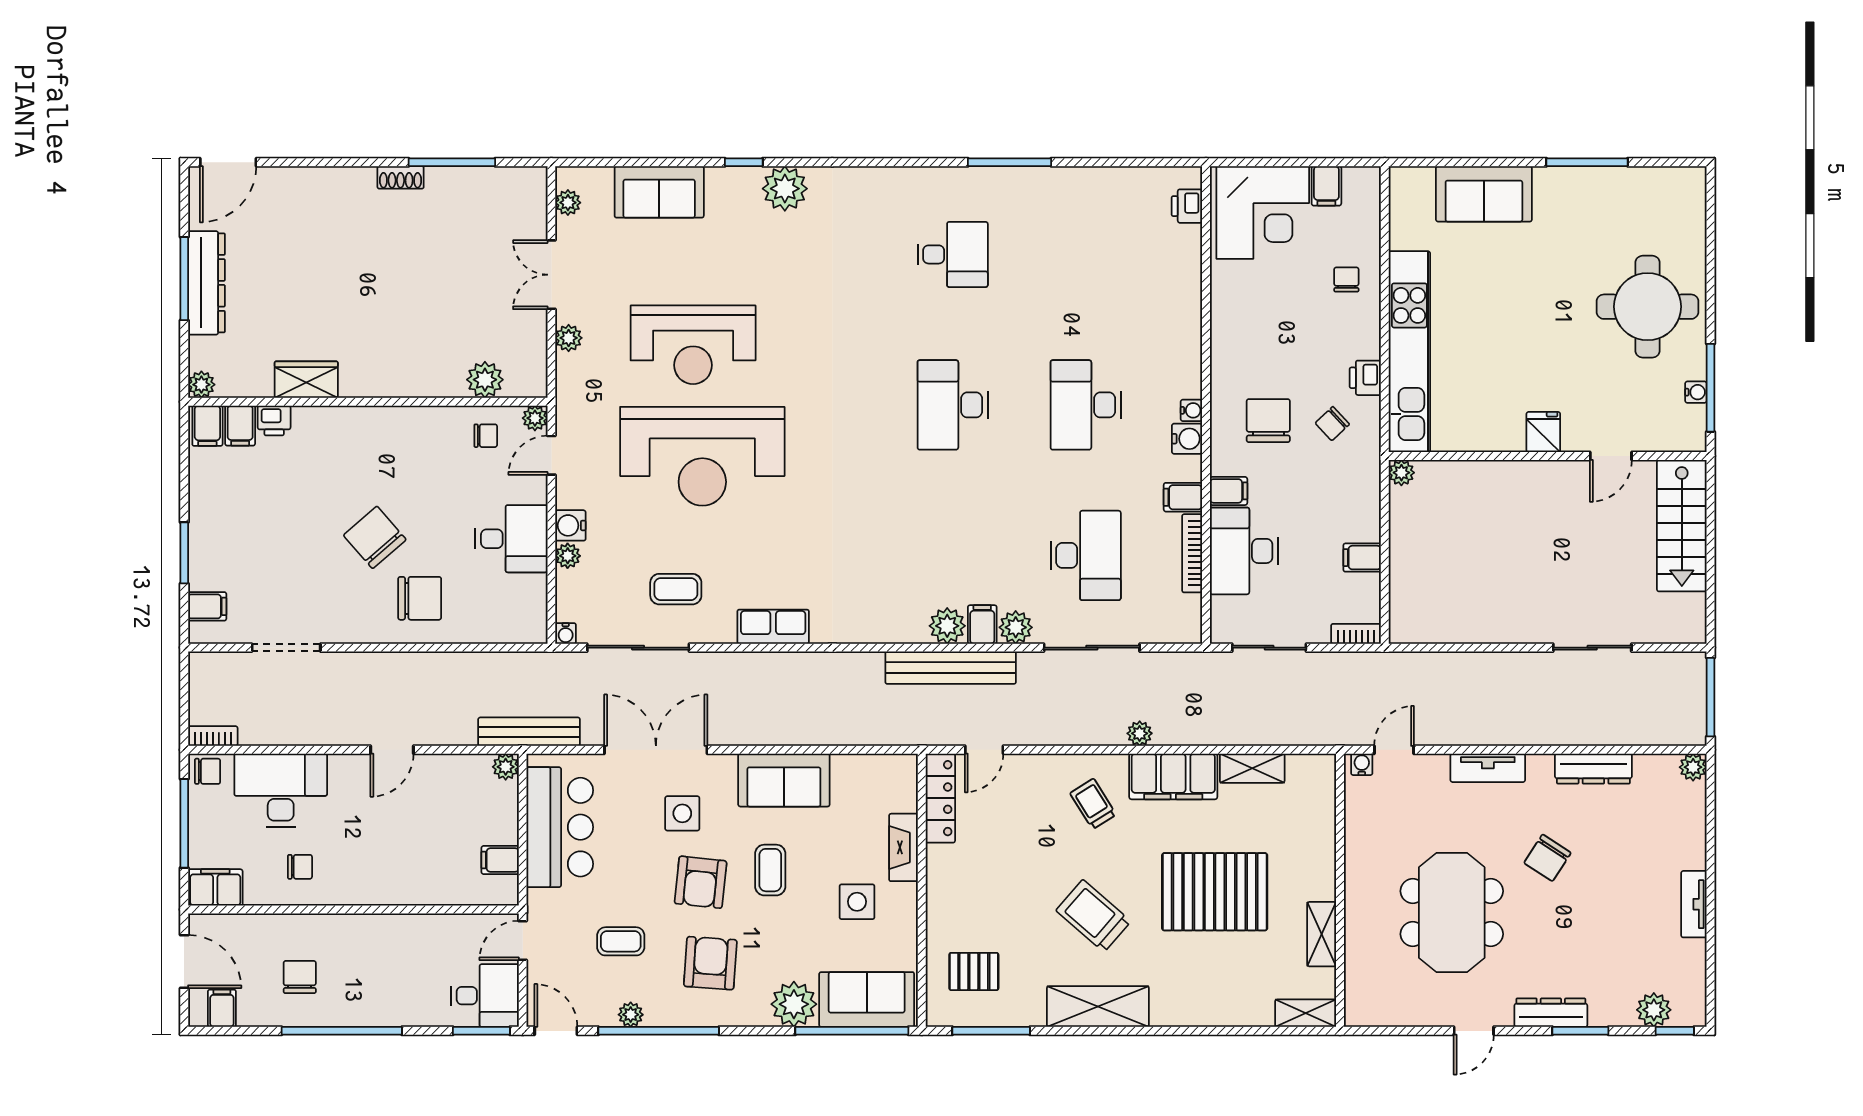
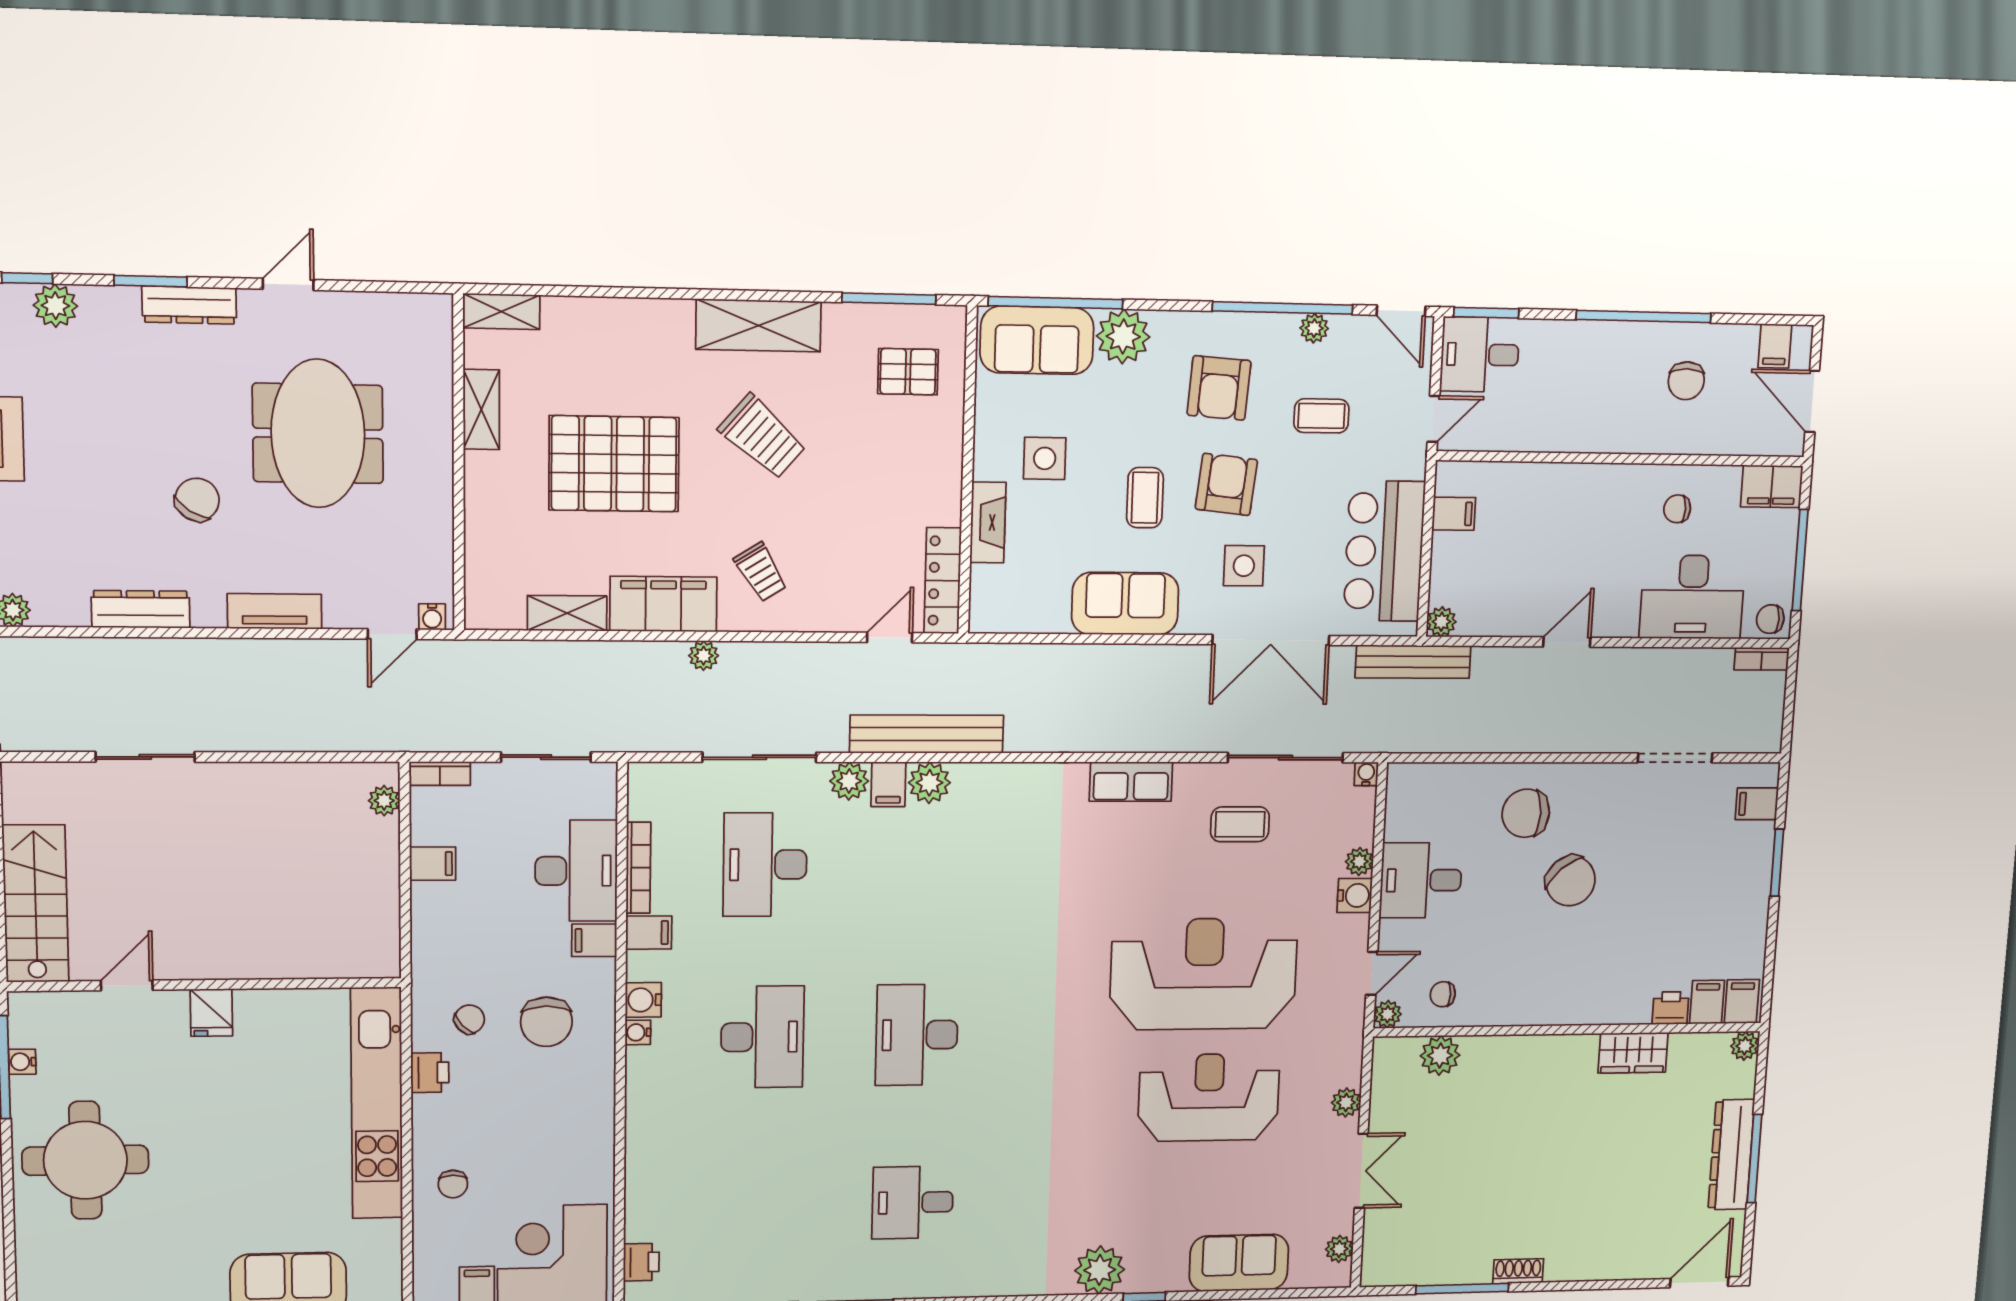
desk: (953, 405) -> (917, 1035), turned 180
plant: (1401, 473) -> (384, 801), moved

